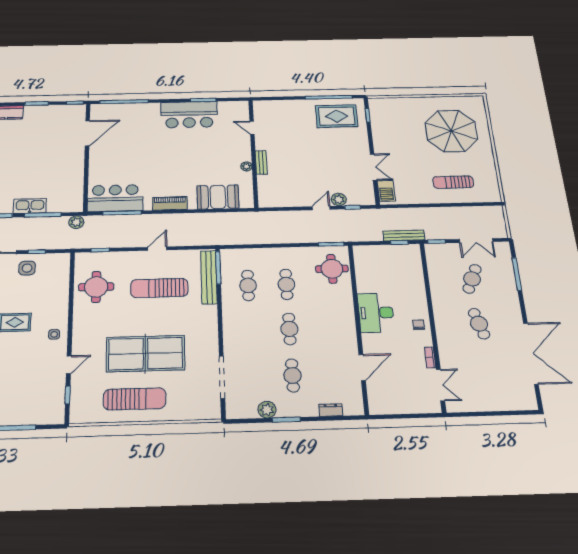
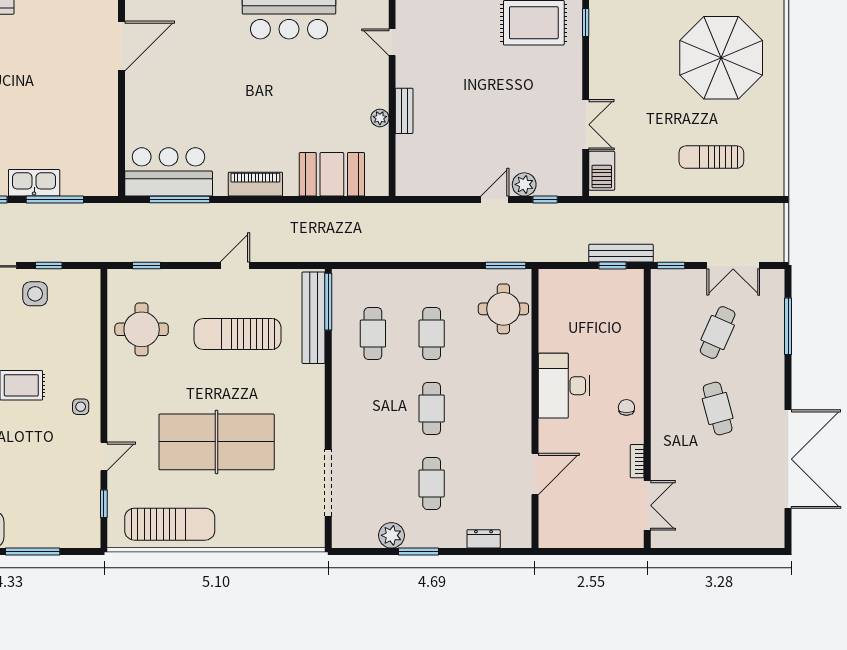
plant: (76, 222) -> (108, 214), removed
sun lounger: (135, 399) -> (170, 524), moved

